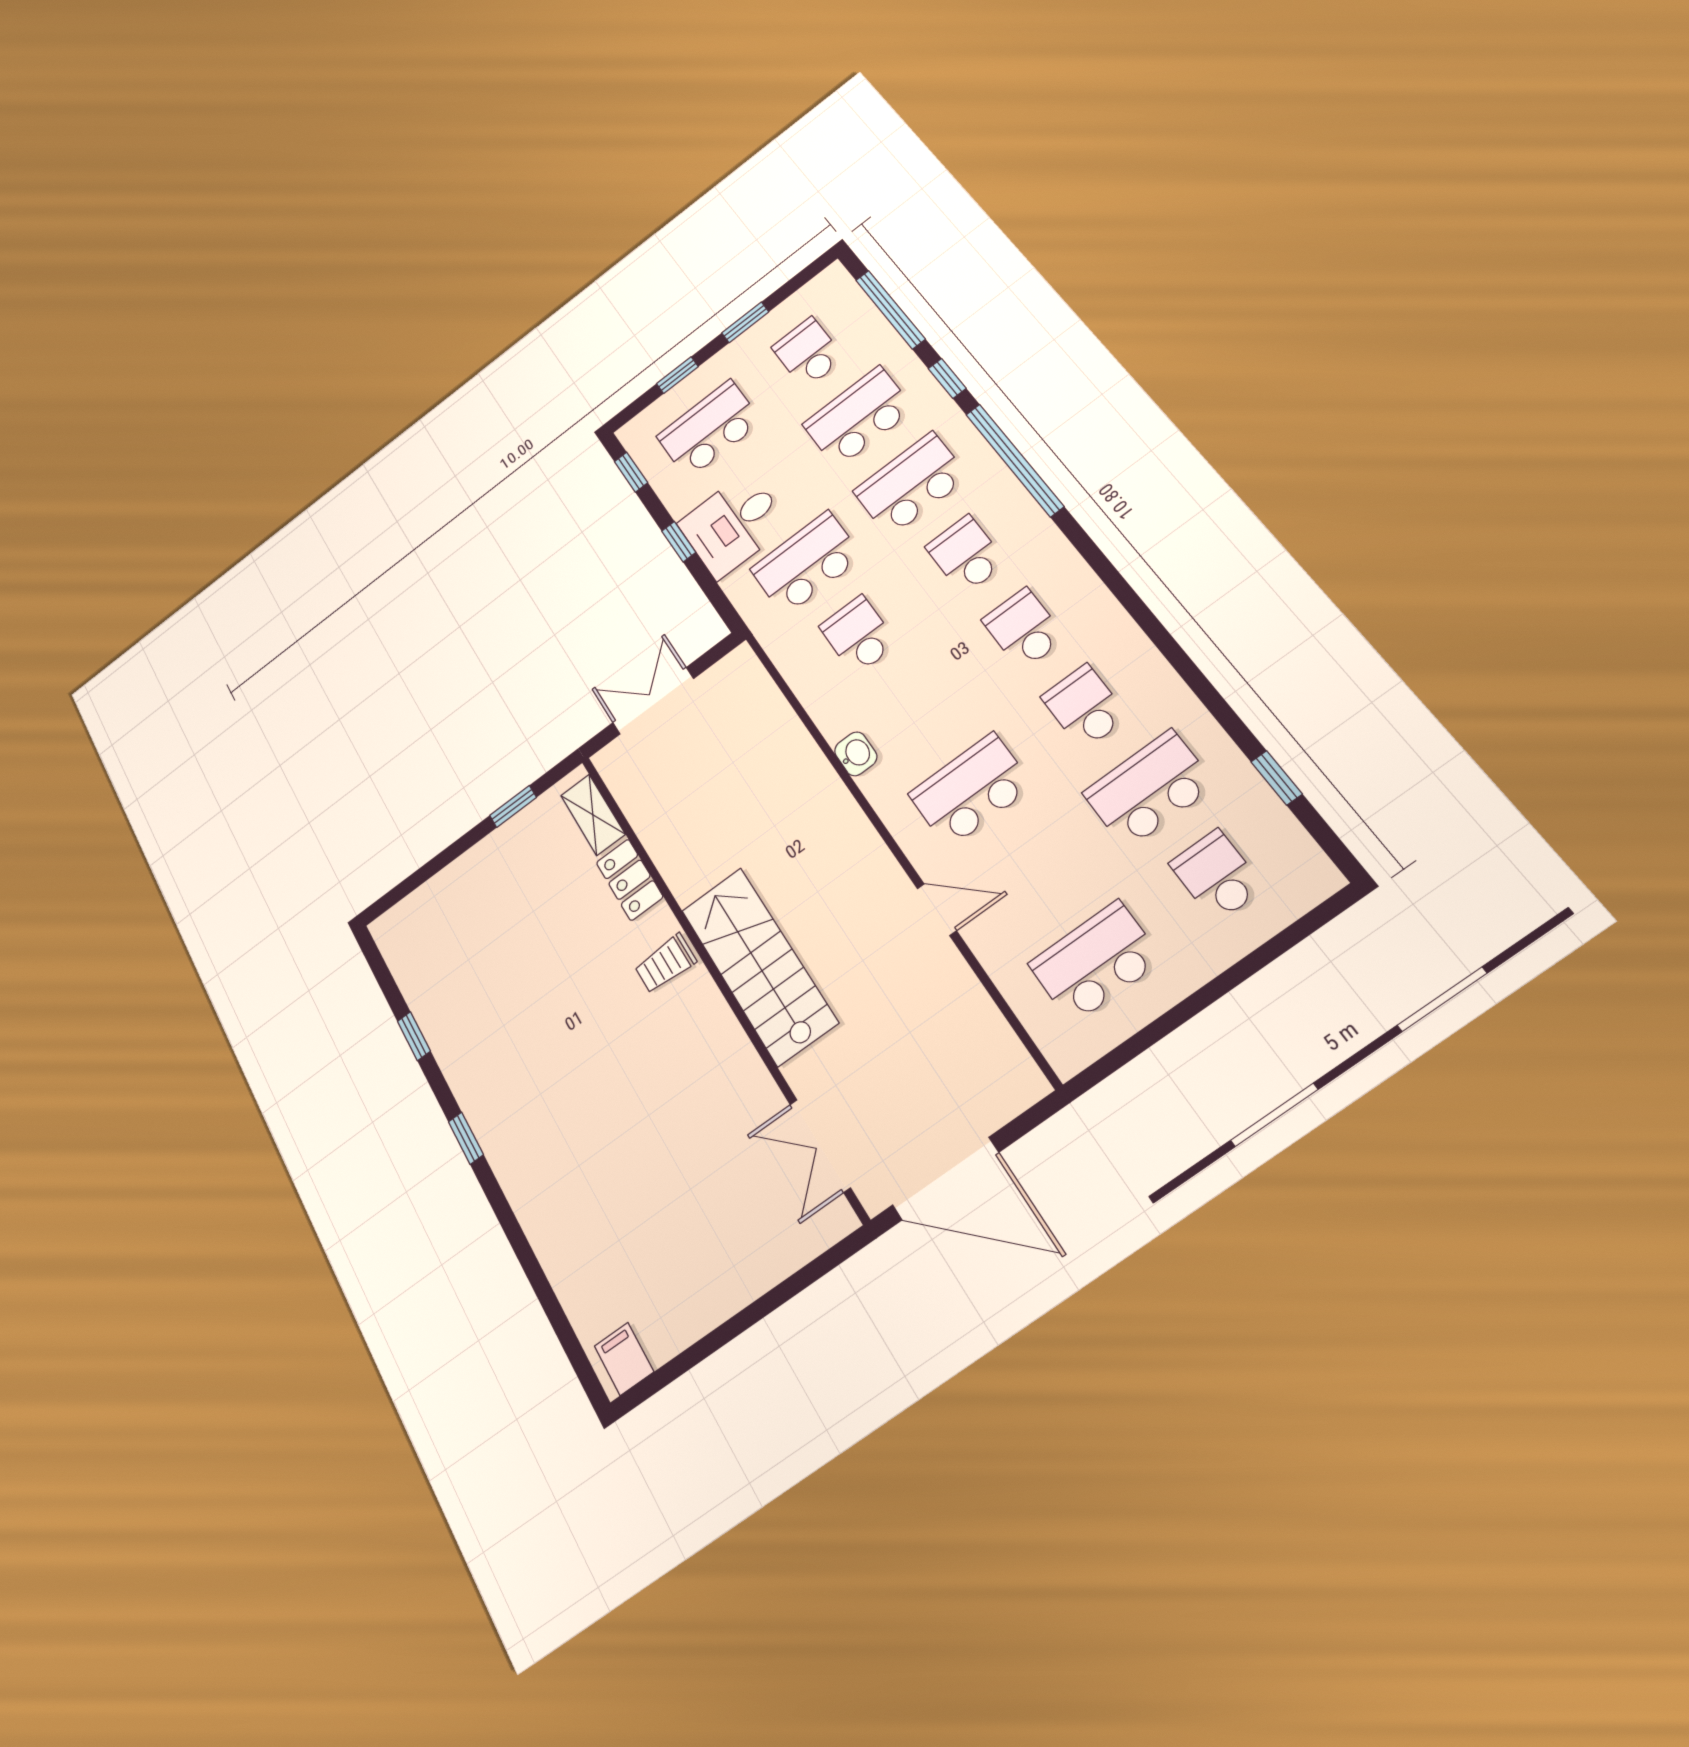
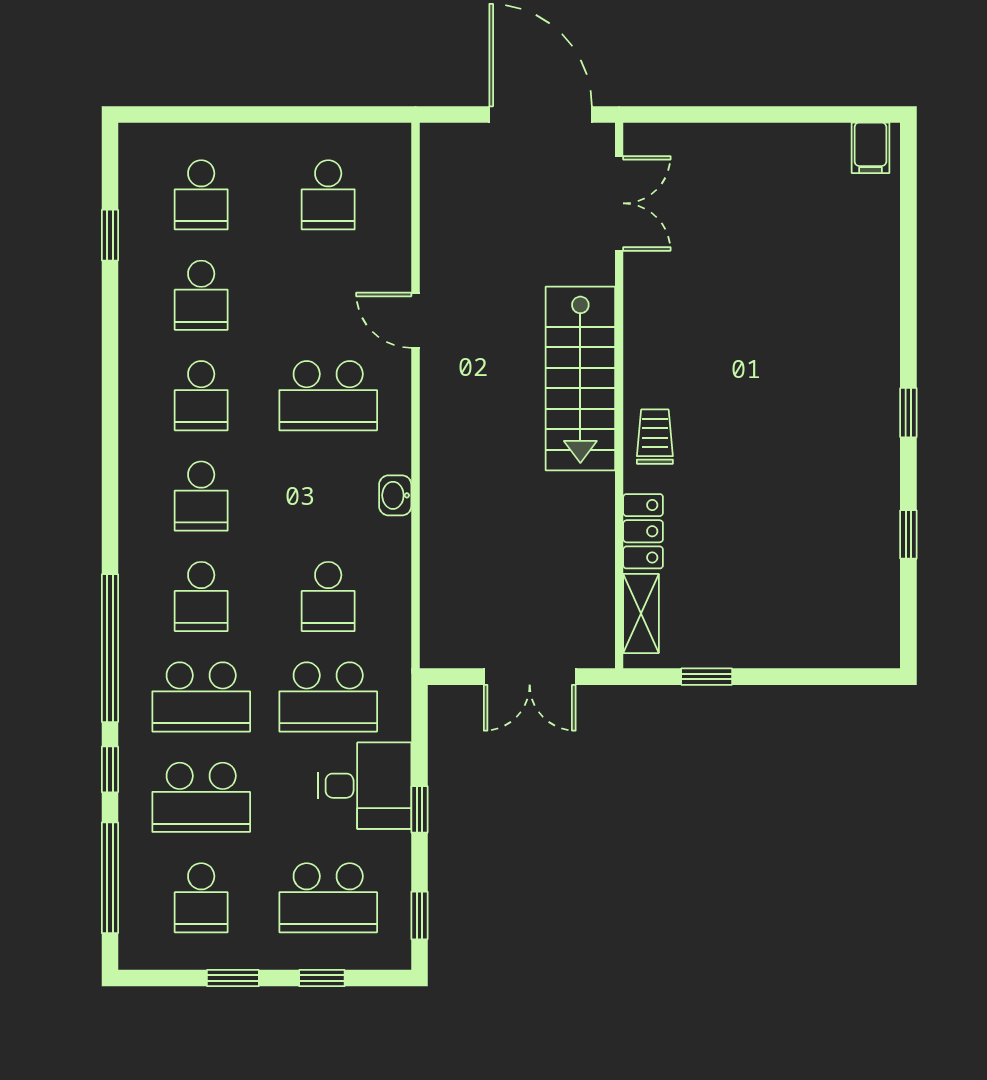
school desk: (1149, 789) -> (201, 295), width x0.54
school desk: (1095, 962) -> (328, 195), width x0.54
trolley: (665, 963) -> (655, 437), turned -90

